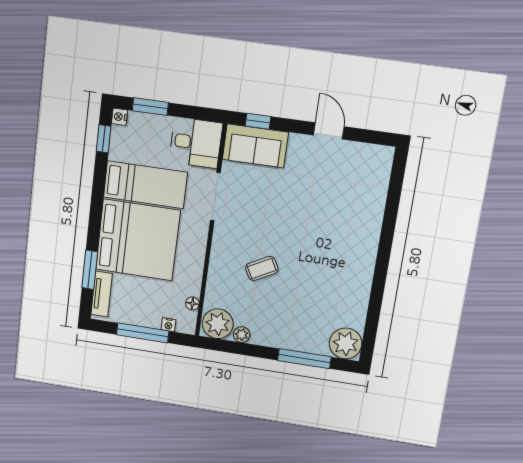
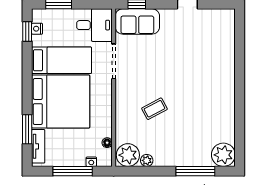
nightstand: (119, 117) -> (37, 29), moved

